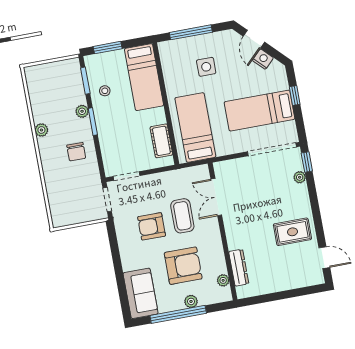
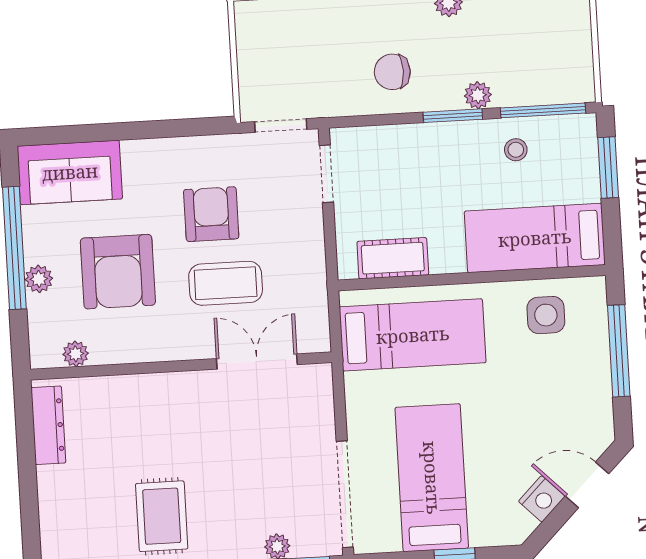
side table: (206, 67) -> (546, 315), moved
window: (85, 81) -> (543, 110), width x1.44
dresser: (239, 268) -> (48, 425), moved, turned -90

